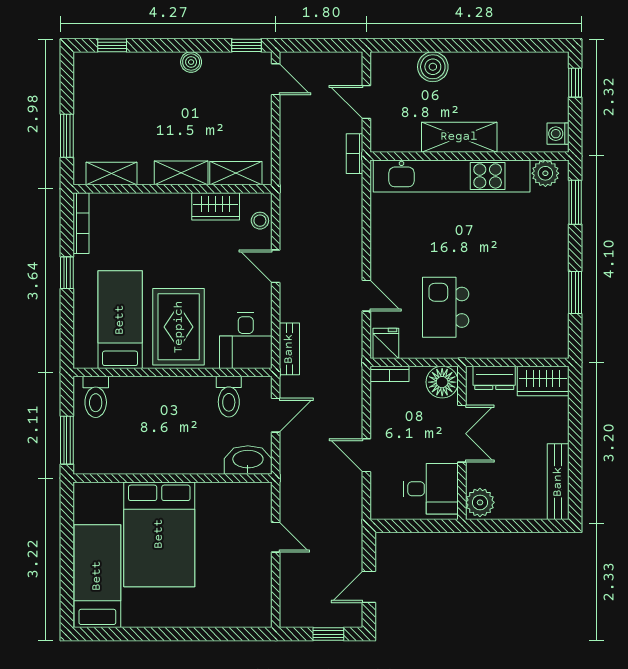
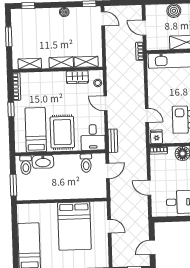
window: (67, 136) -> (9, 37), moved
washbasin: (248, 460) -> (43, 162), moved, turned 180
bed: (159, 534) -> (74, 226), moved

